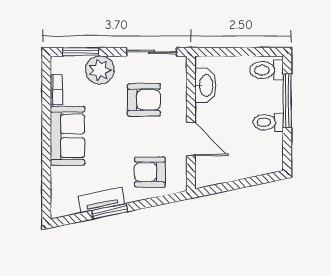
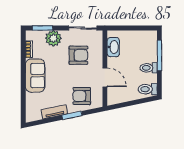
toilet: (266, 70) -> (148, 89), moved
window: (110, 211) -> (72, 115), moved

